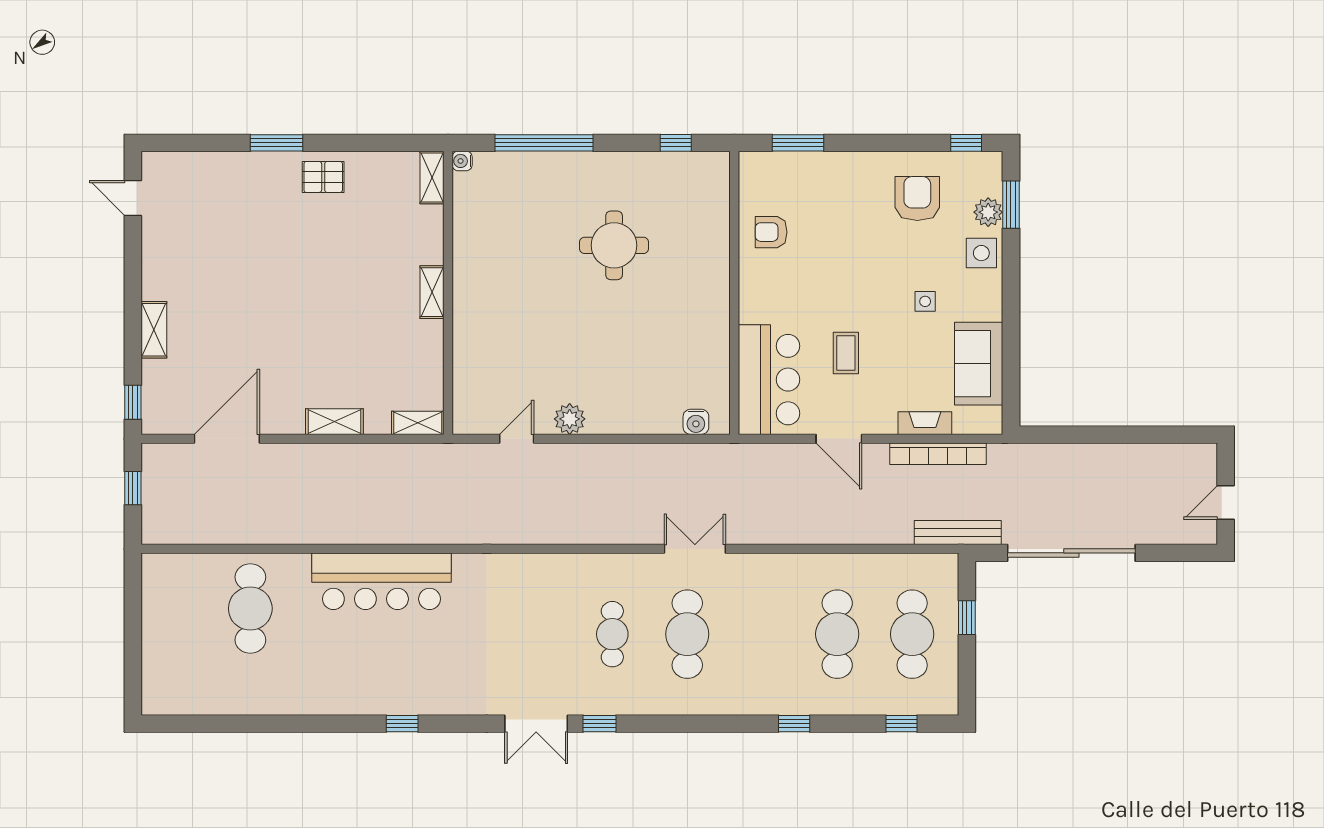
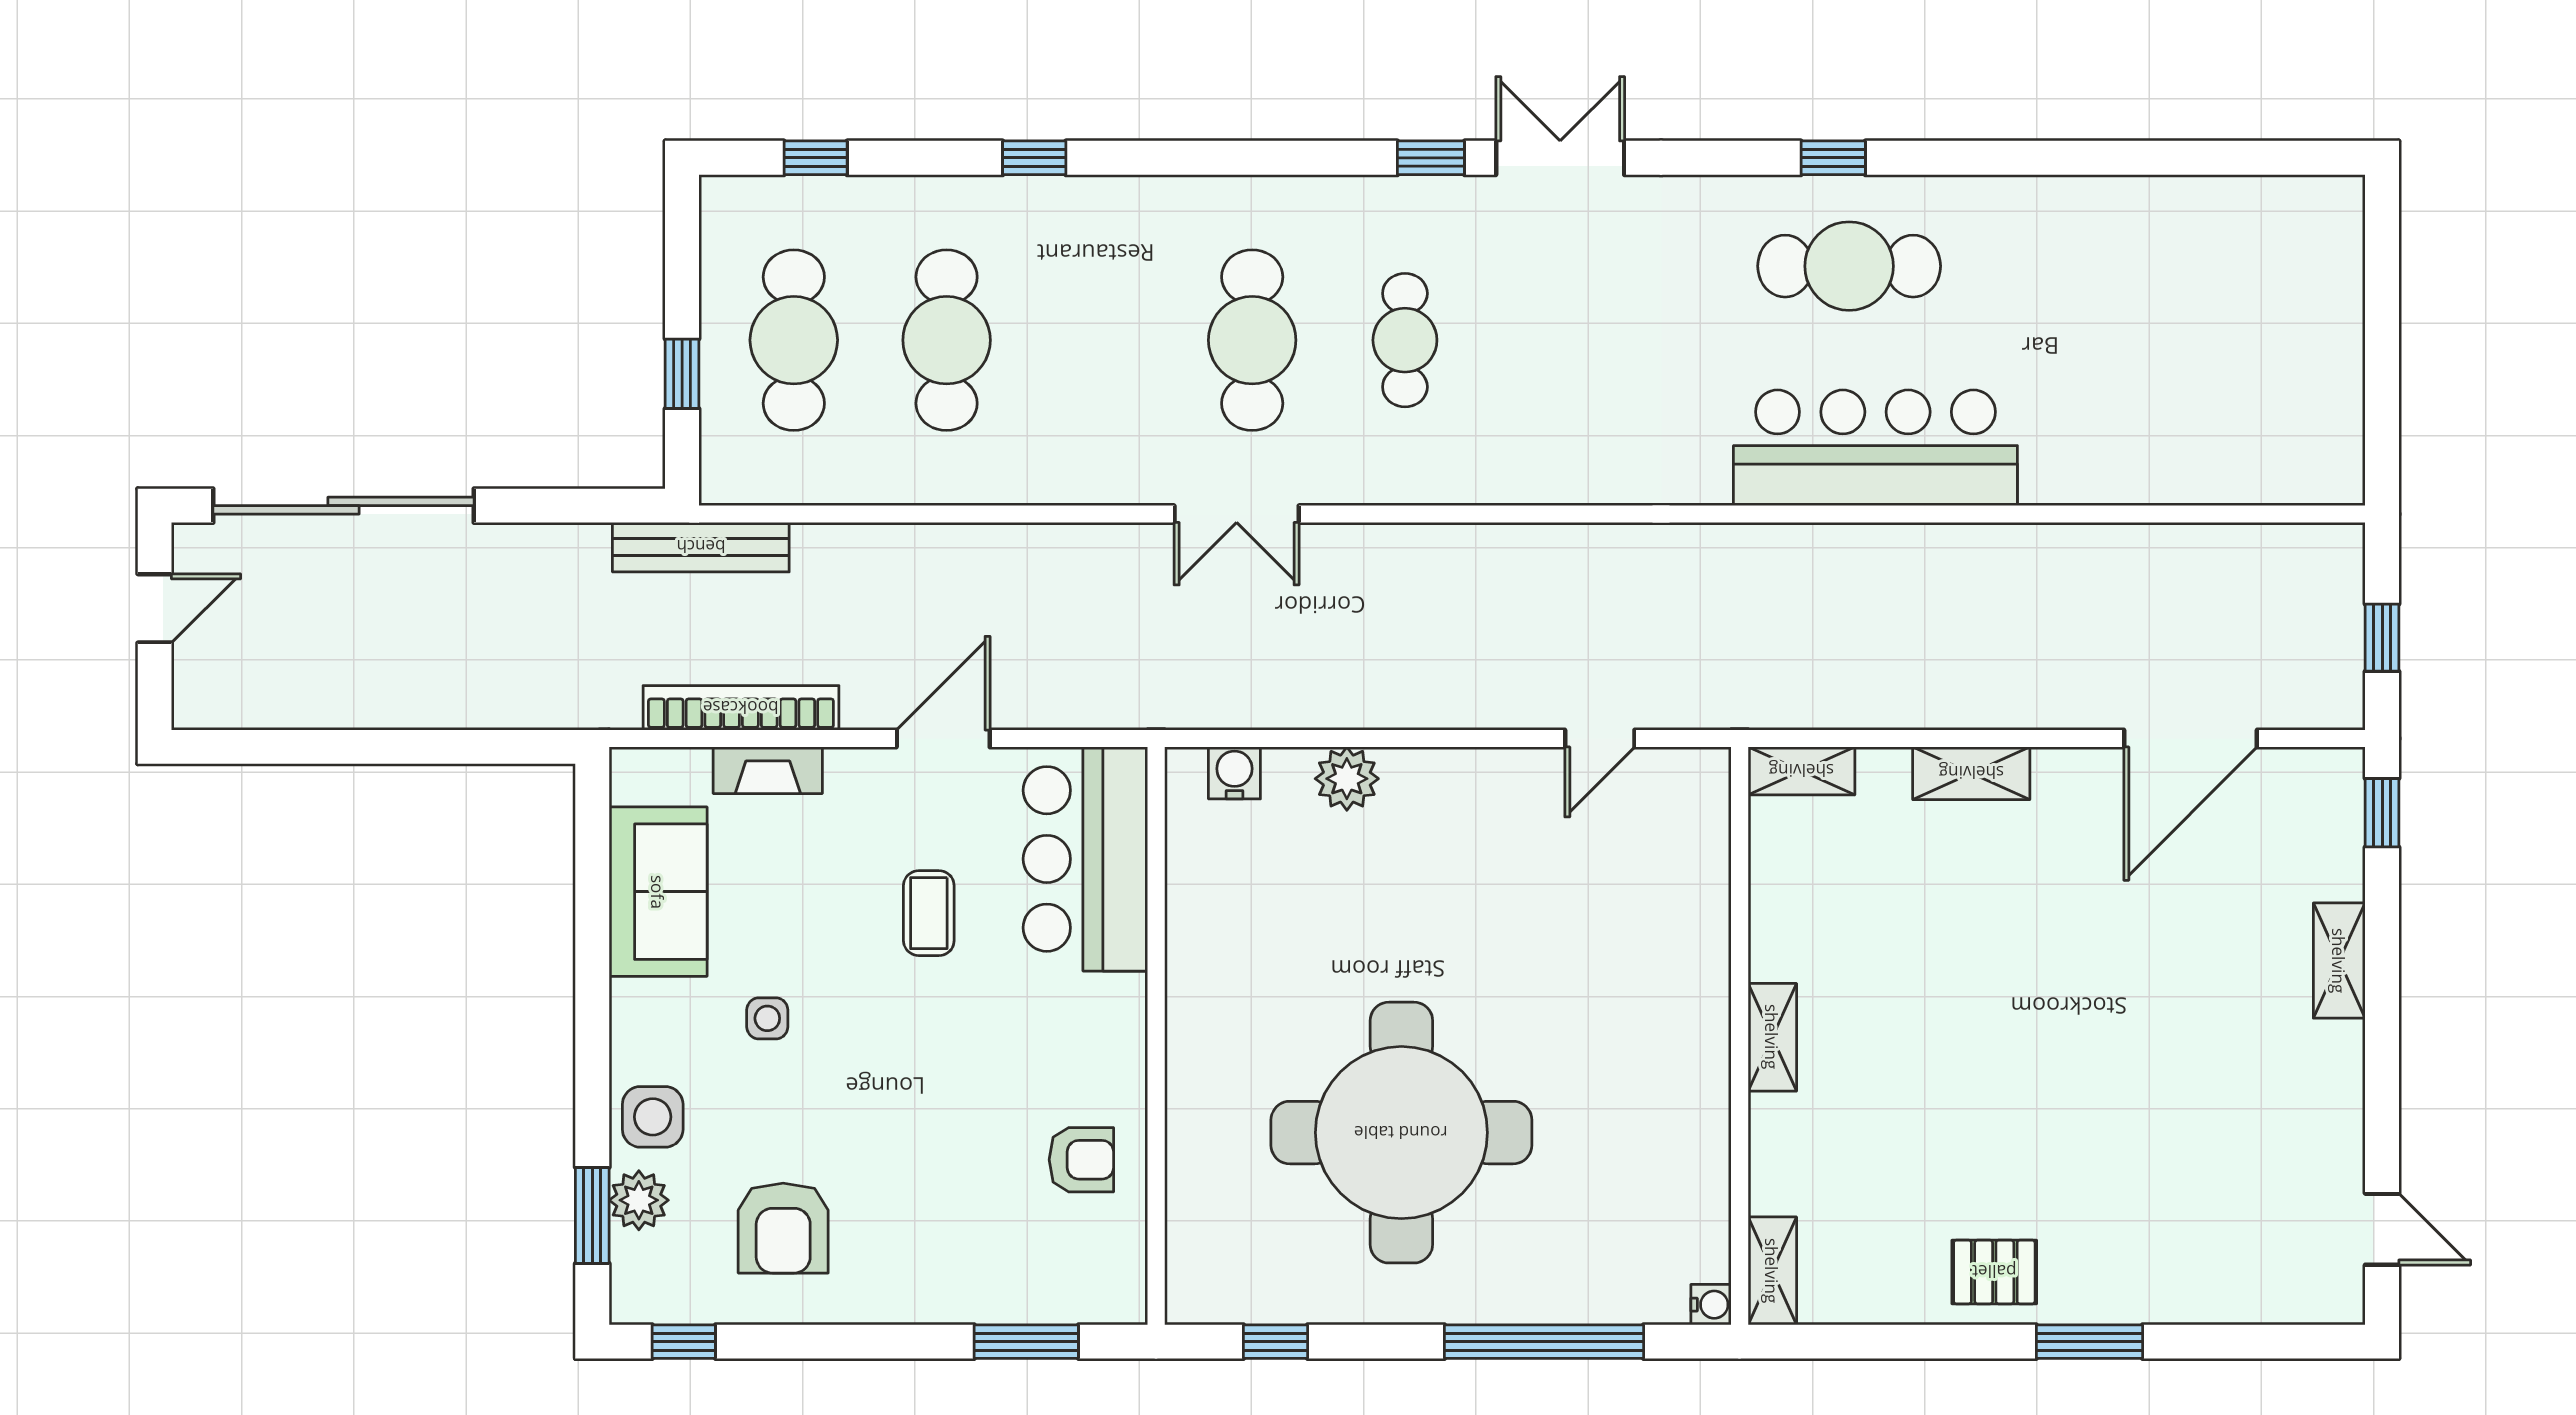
round table: (614, 245) -> (1401, 1133), width x1.86, depth x1.86
plant: (570, 419) -> (1347, 779), moved
door: (839, 439) -> (943, 738), hinge flipped
sliding door: (1071, 553) -> (344, 506), moved
cafe table: (250, 609) -> (1849, 266), moved, turned 90

